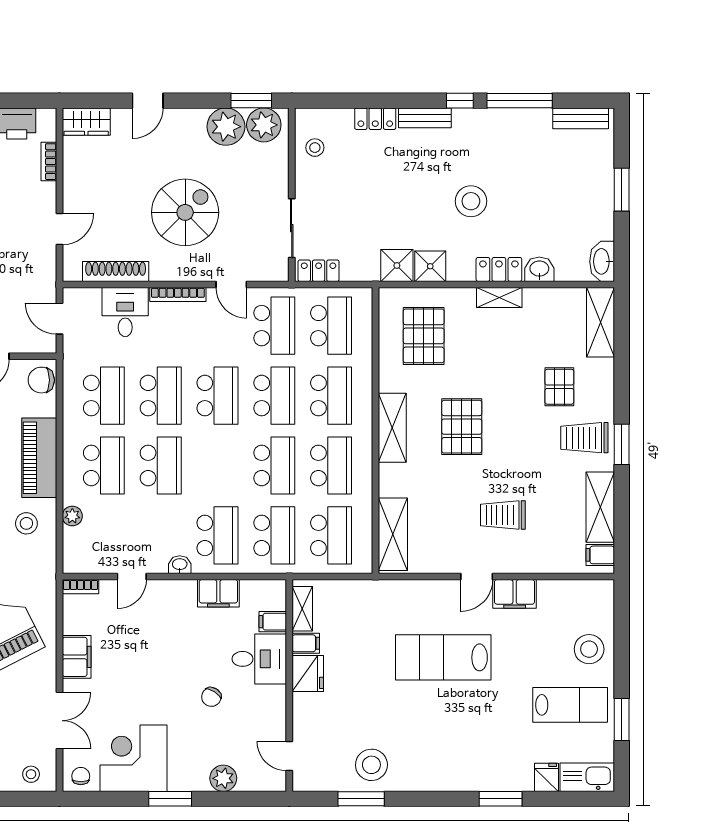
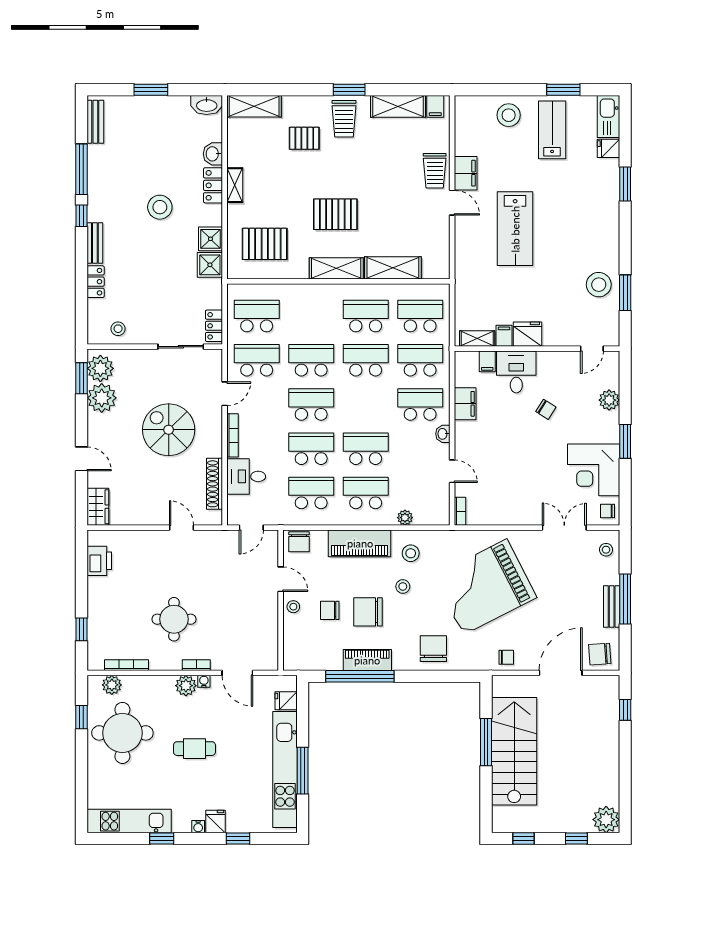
bookcase: (49, 162) -> (129, 536), removed
school desk: (331, 396) -> (311, 316), removed
trolley: (503, 515) -> (435, 171), moved
shelving: (393, 534) -> (393, 268), moved
filing cabinet: (77, 657) -> (515, 514), removed

